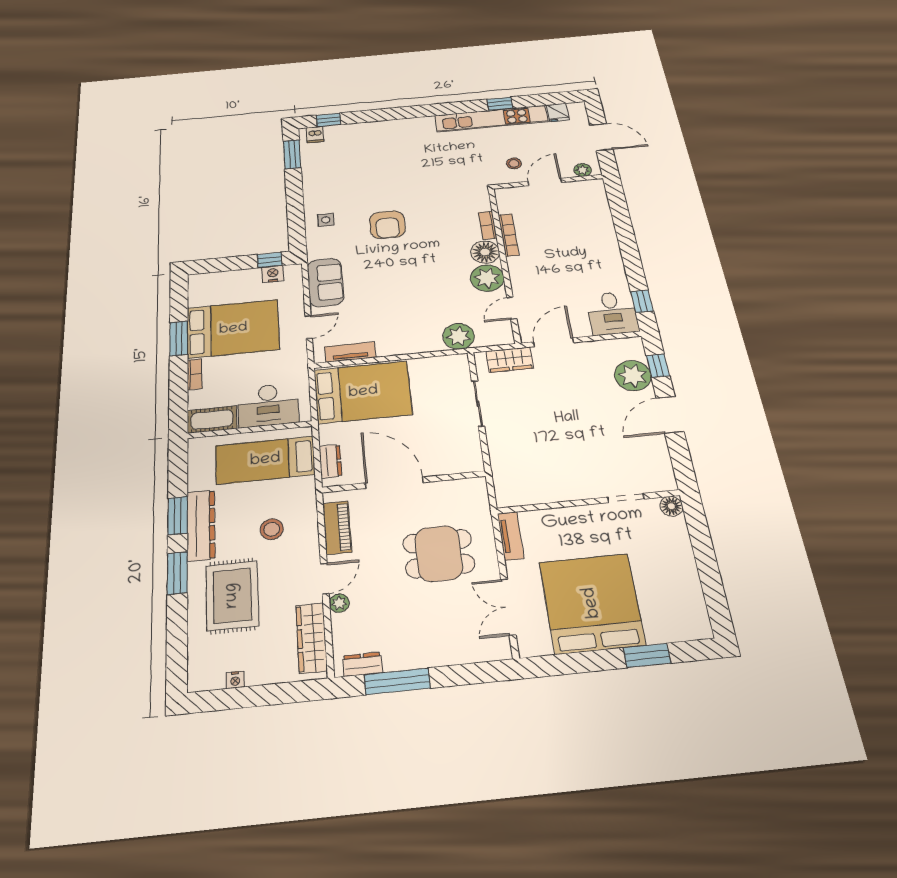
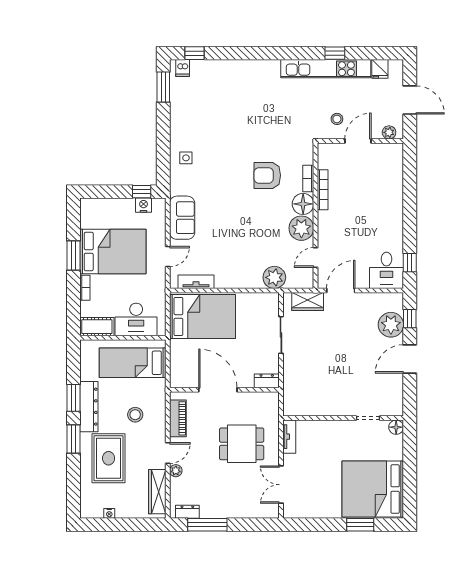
armchair: (387, 225) -> (267, 175), moved, turned 90
dresser: (330, 461) -> (267, 381), moved, turned -90
bed: (592, 603) -> (373, 489), moved, turned -90

